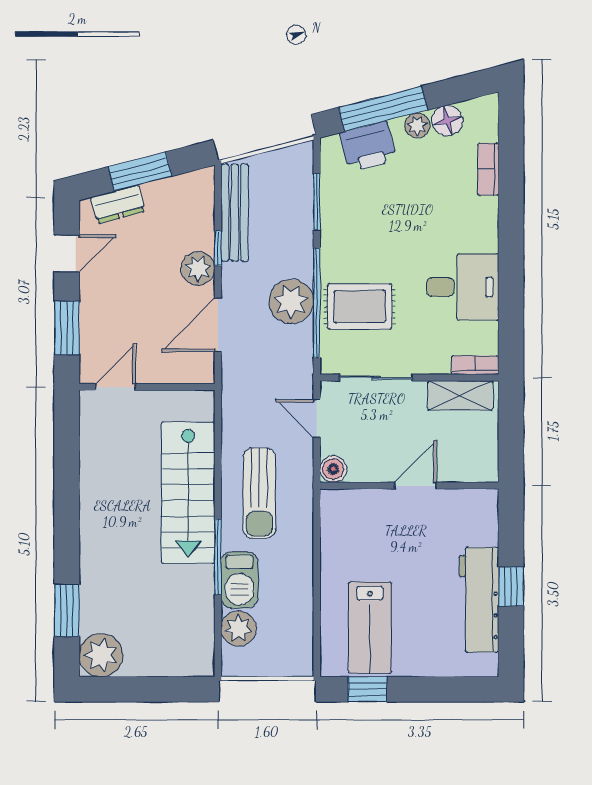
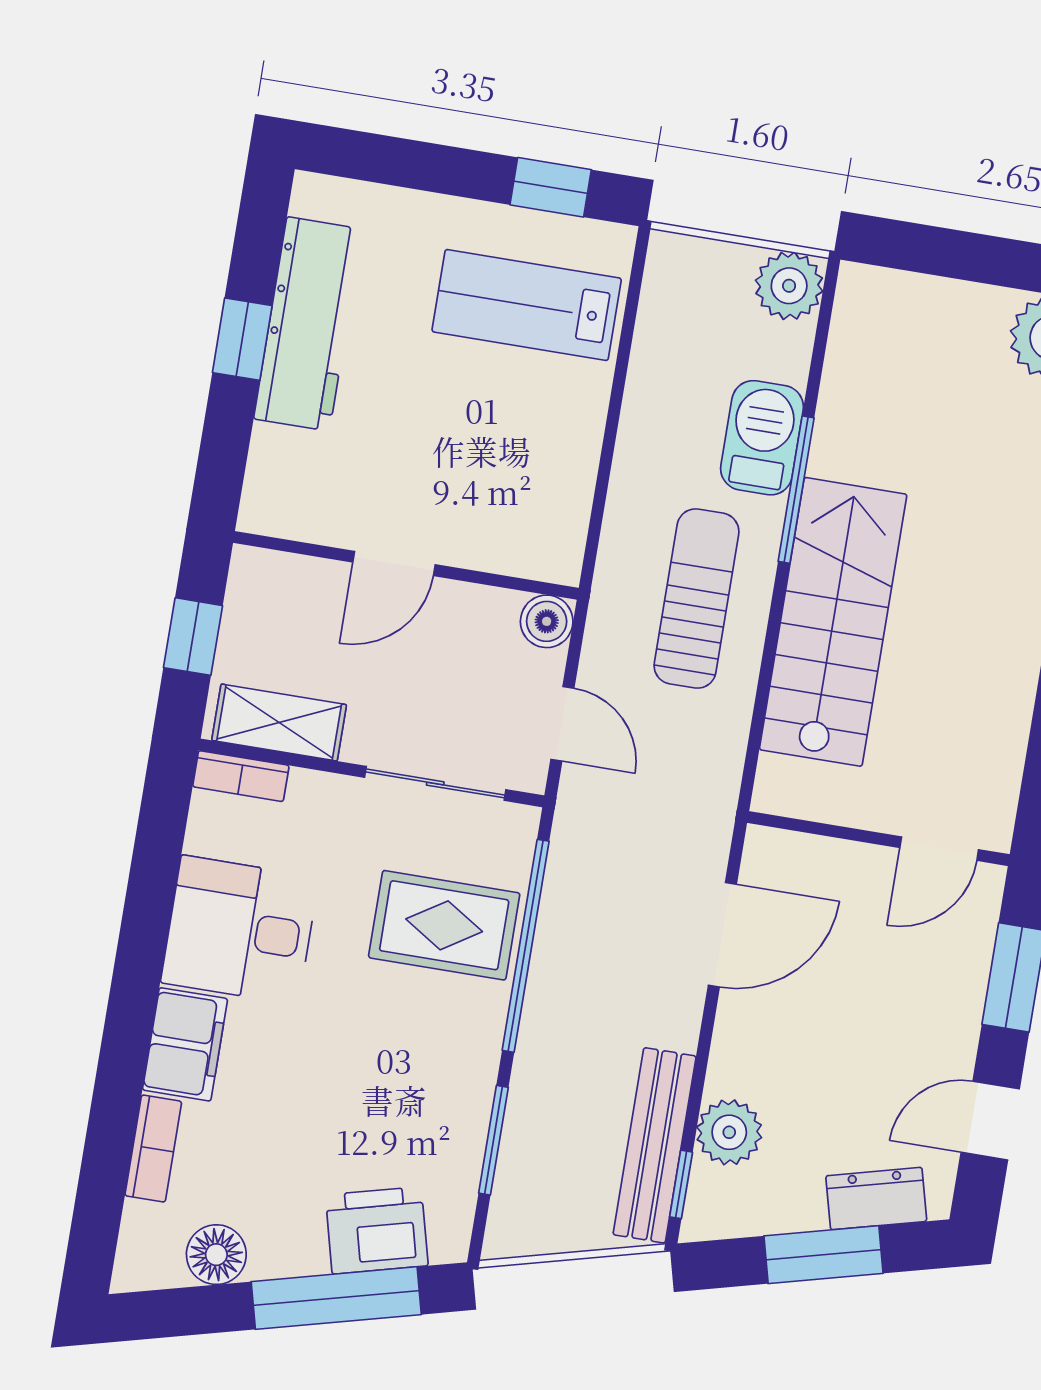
plant: (417, 125) -> (276, 1255), removed
filing cabinet: (481, 225) -> (185, 1044), added
window: (218, 248) -> (681, 1184), moved
plant: (198, 268) -> (729, 1132), moved
plant: (291, 301) -> (574, 957), removed
window: (511, 432) -> (193, 637), added
plant: (239, 628) -> (789, 286), moved
lab bench: (370, 628) -> (527, 305), turned -90

